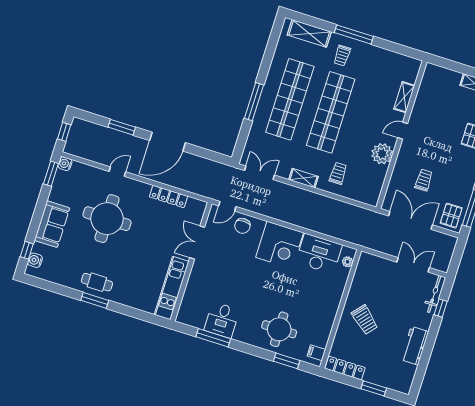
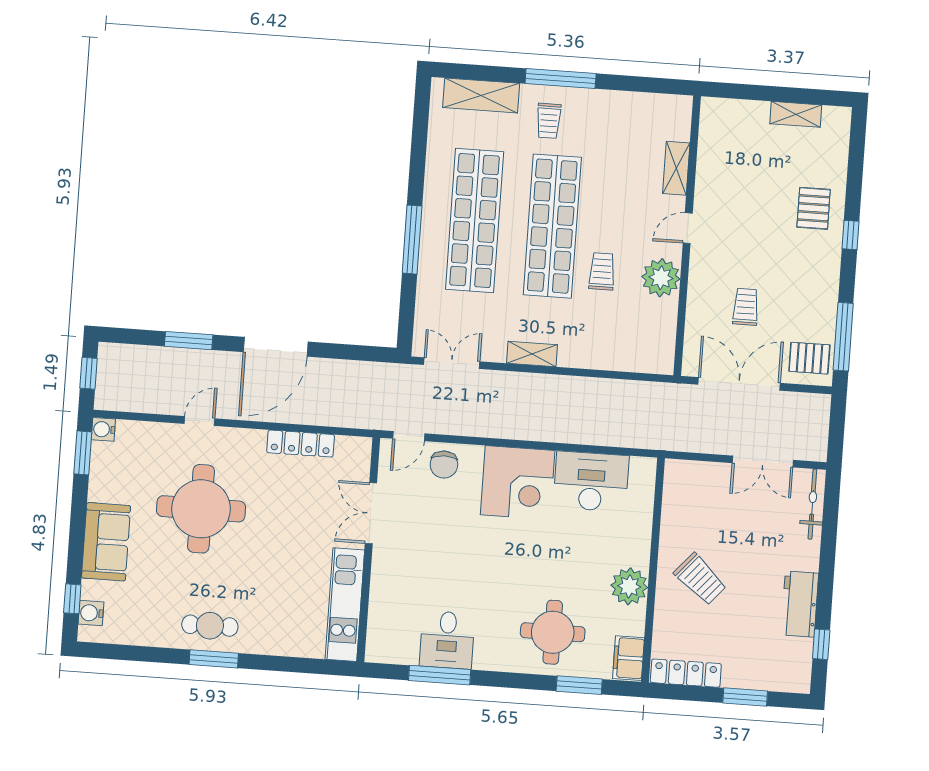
trolley: (338, 173) -> (602, 271), moved
pallet: (451, 216) -> (809, 358), turned 90
plant: (348, 262) -> (629, 586), moved, width x1.87, depth x1.87
double door: (413, 265) -> (763, 461), swing flipped
window: (441, 308) -> (821, 644), moved
filing cabinet: (316, 353) -> (628, 658), width x2.00

